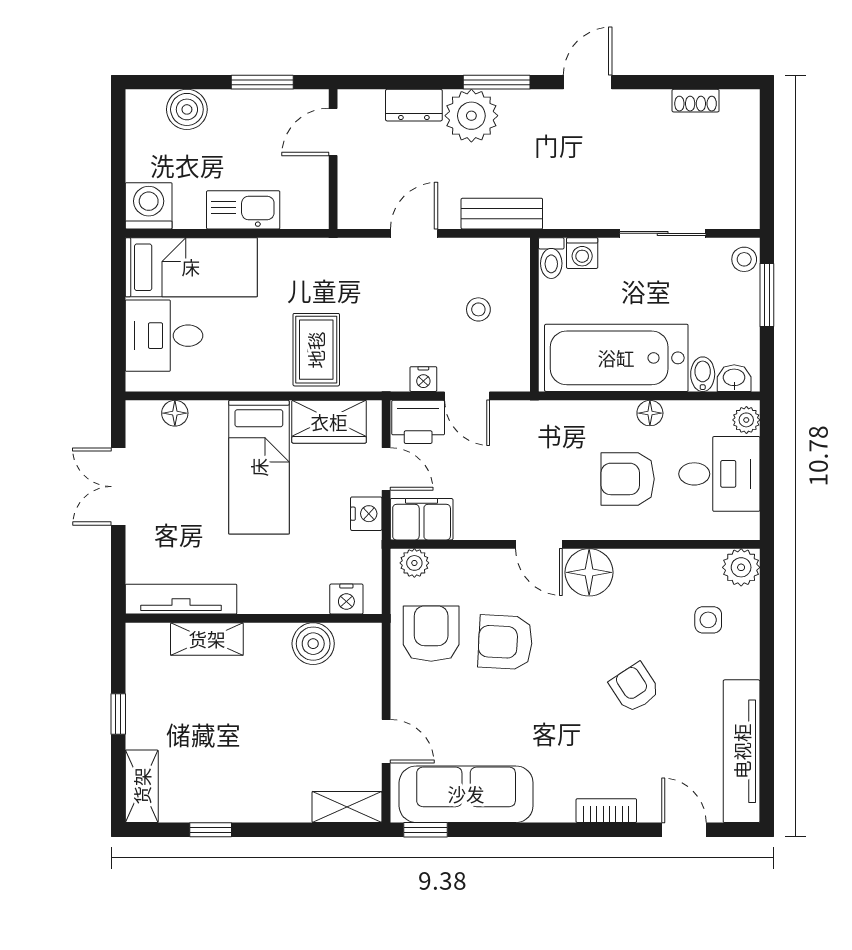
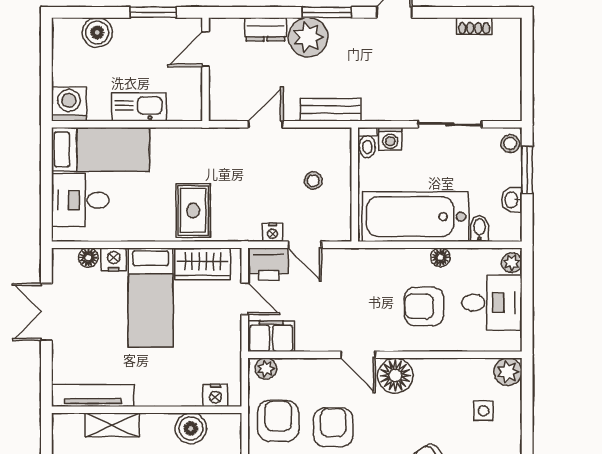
washbasin: (734, 378) -> (512, 200), moved, turned -90
nightstand: (366, 514) -> (114, 259), moved, turned -90
armchair: (505, 642) -> (333, 427), turned 87

